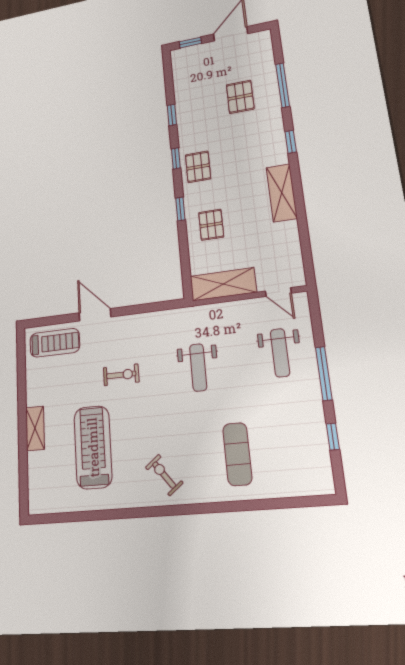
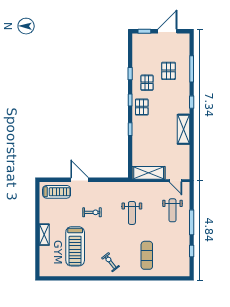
pallet: (211, 225) -> (147, 83), moved
treadmill: (93, 447) -> (75, 246), turned 180

